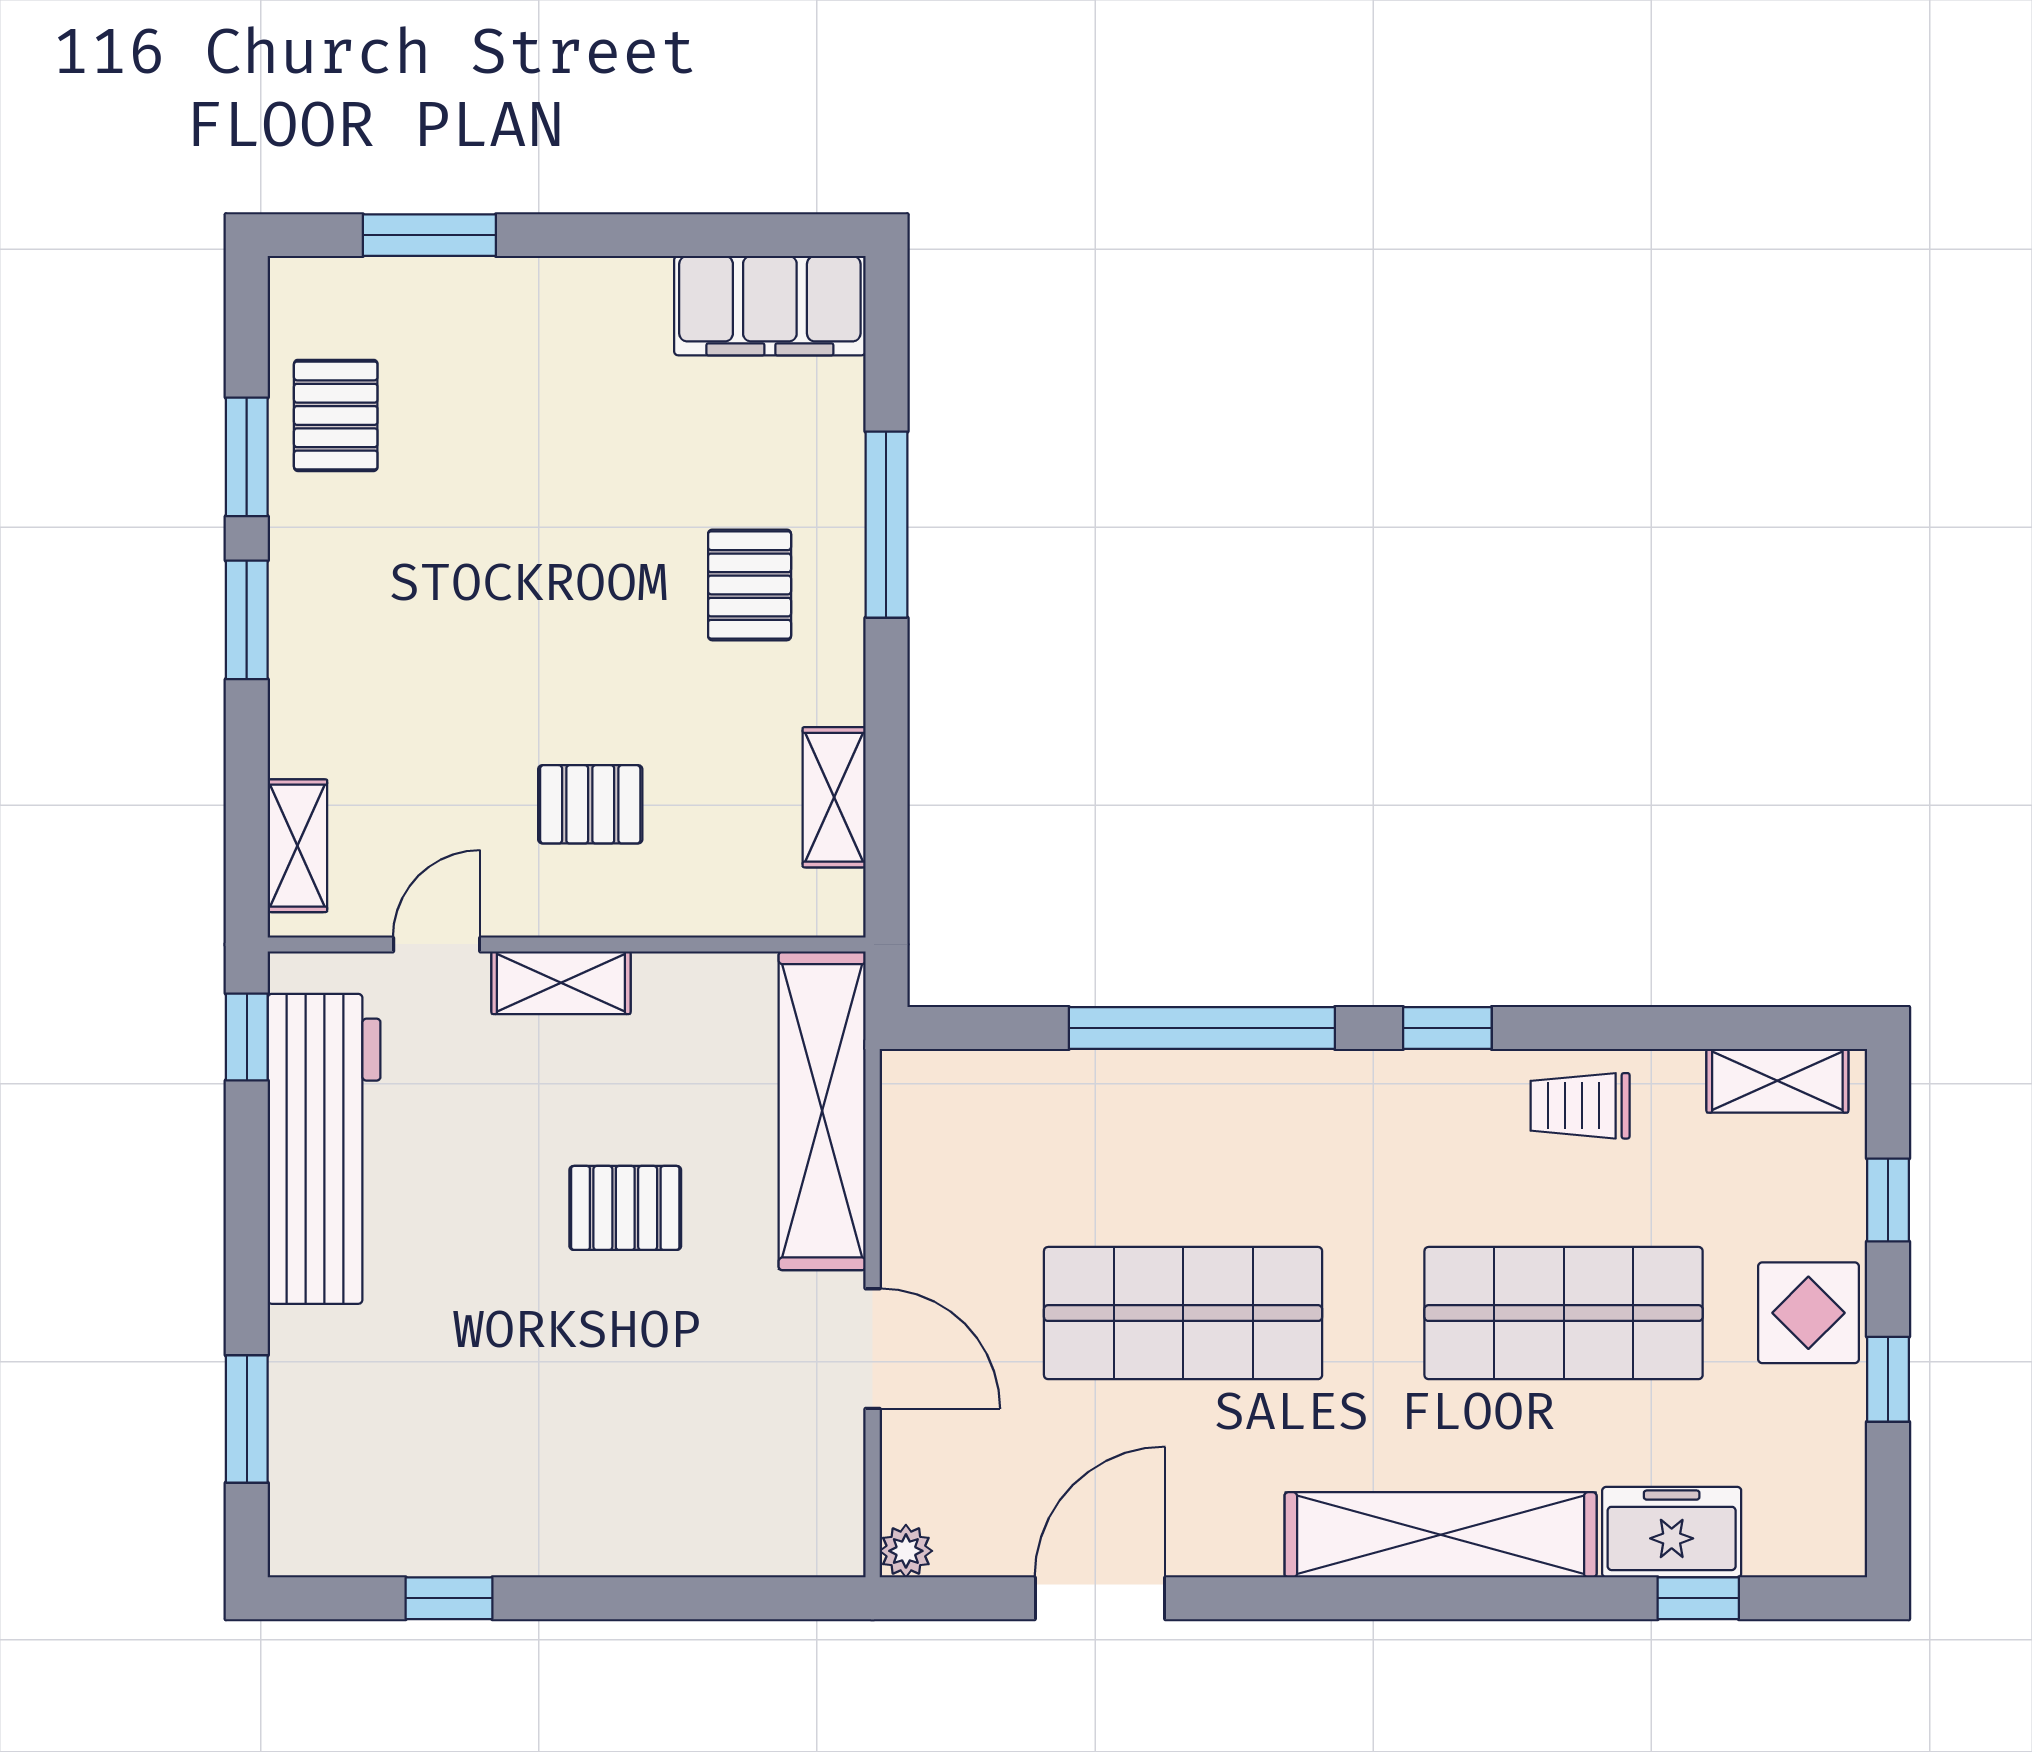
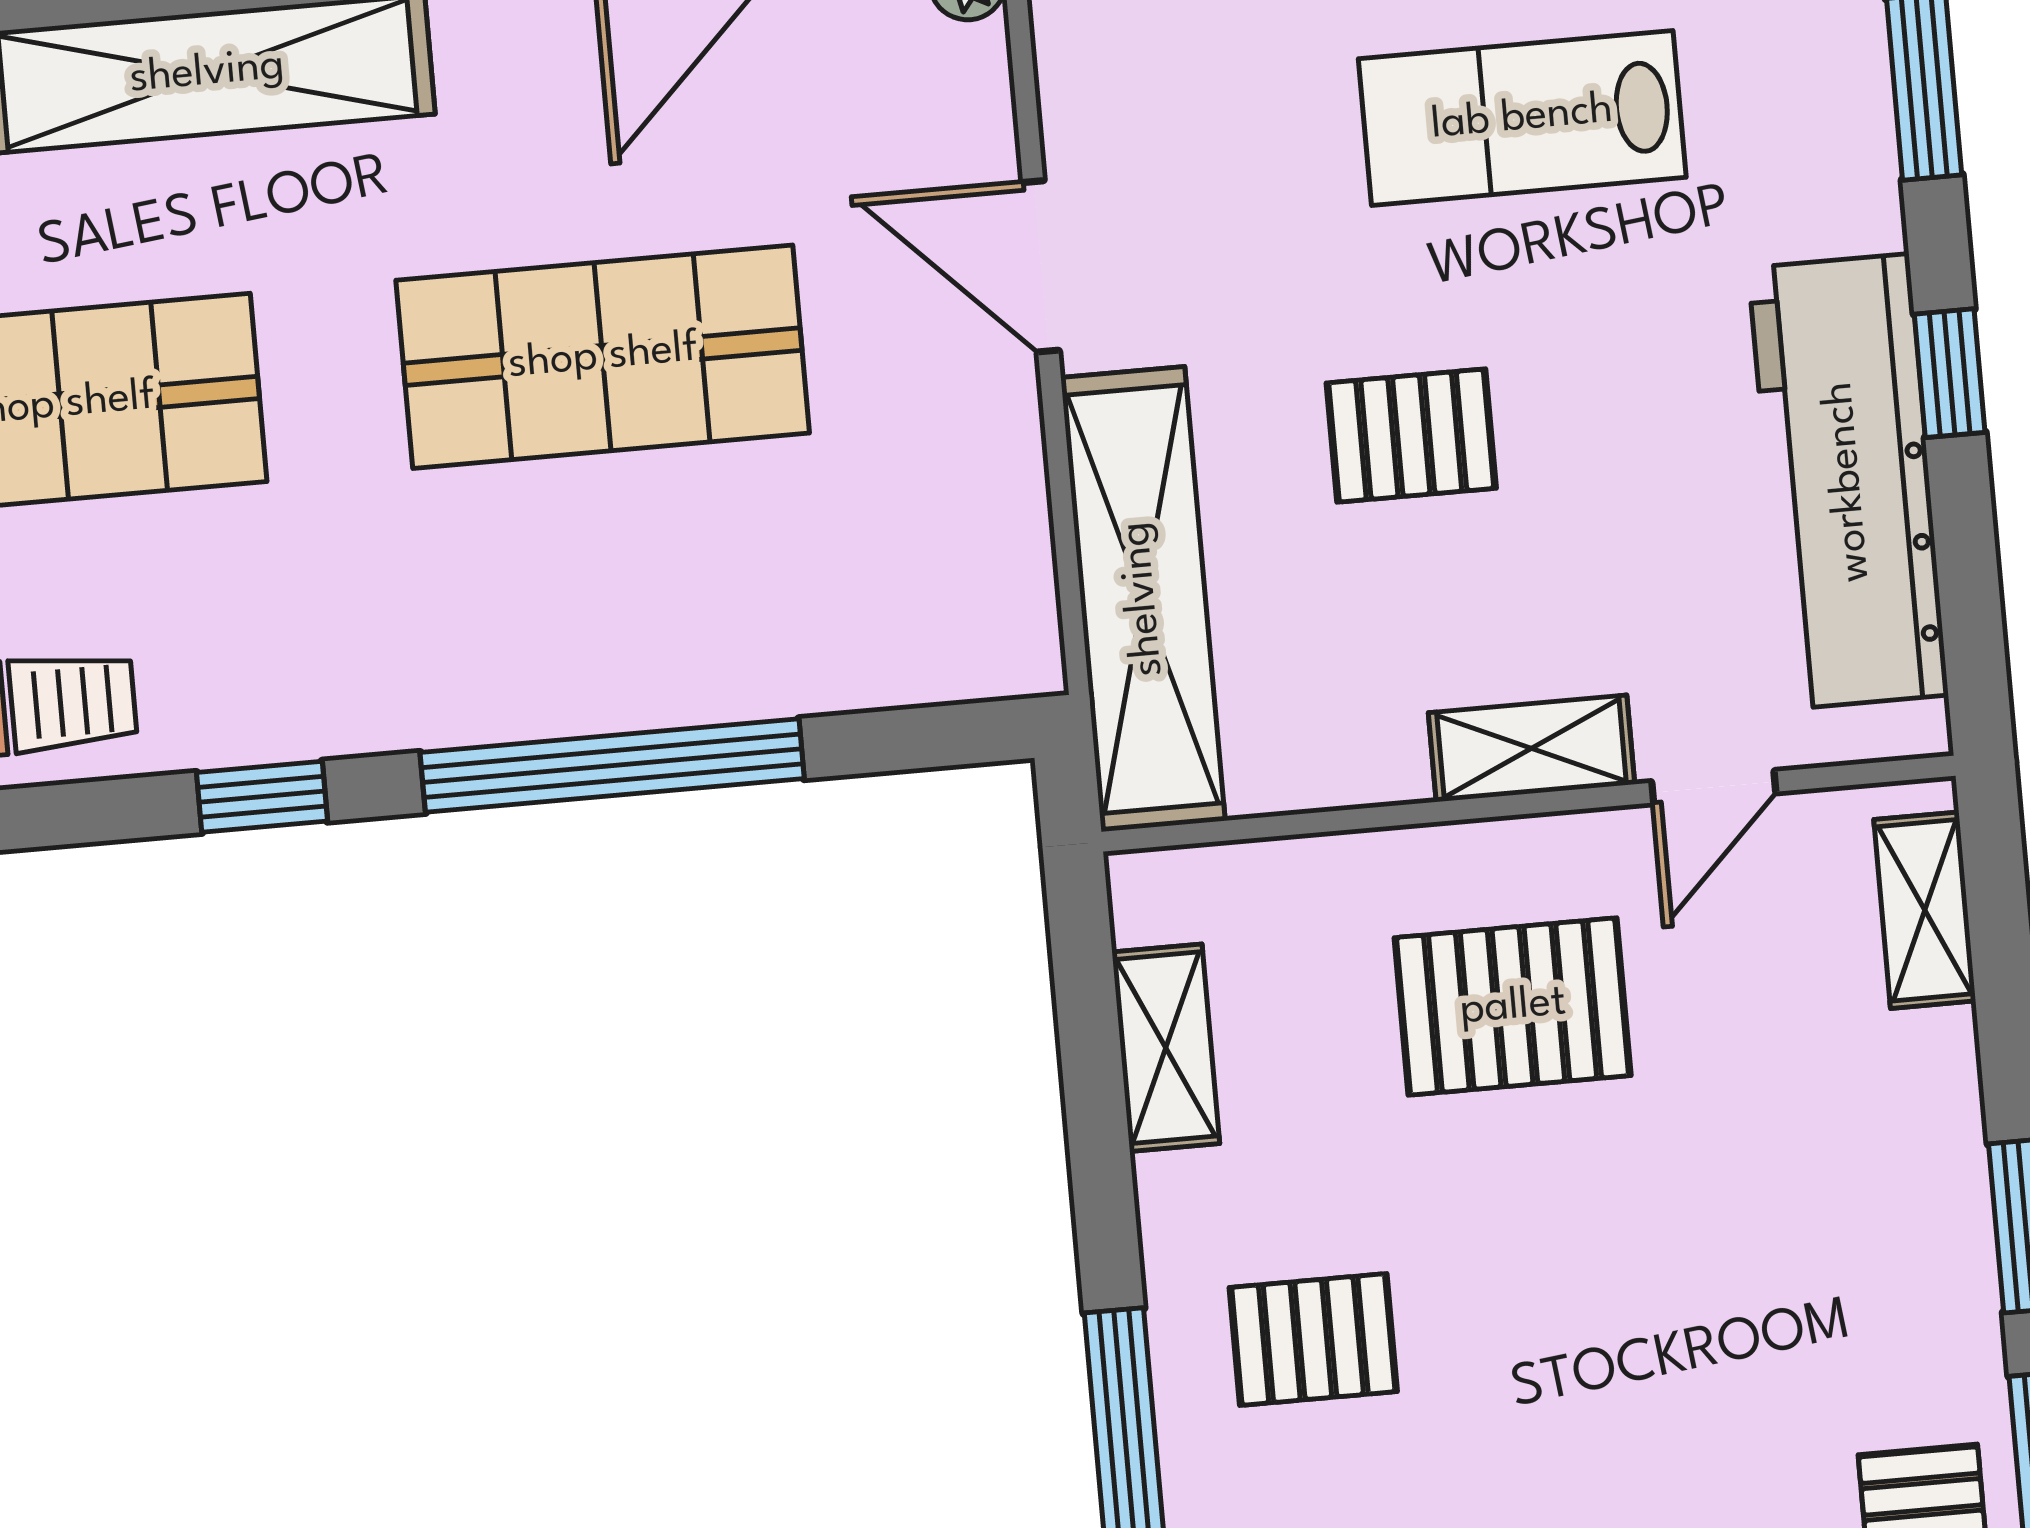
pallet: (750, 585) -> (1313, 1340), turned 90
pallet: (590, 804) -> (1513, 1007), width x1.50, depth x1.42
window: (247, 1037) -> (1950, 373), moved
lab bench: (528, 1422) -> (1522, 118), added

